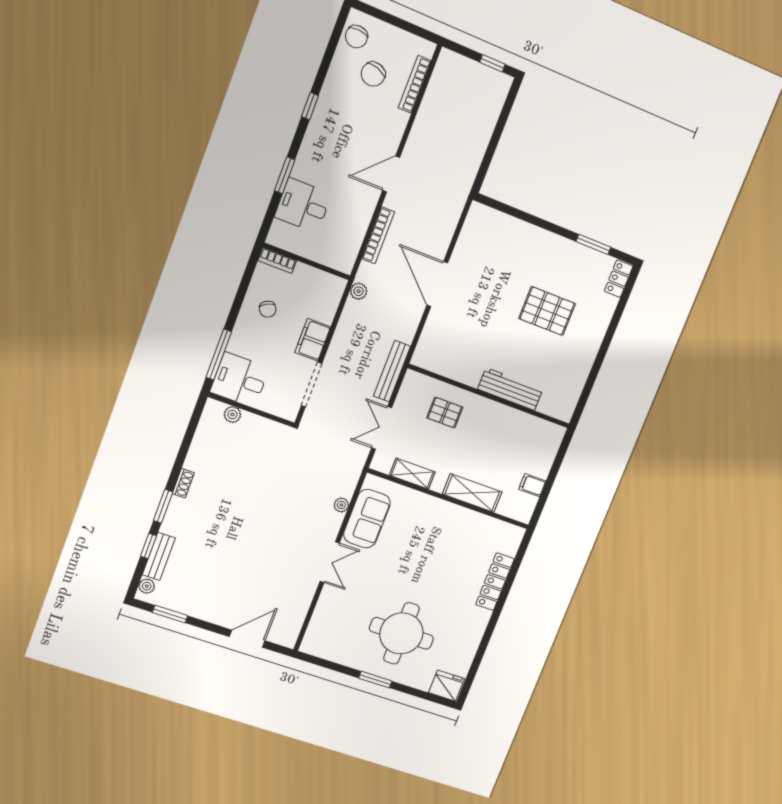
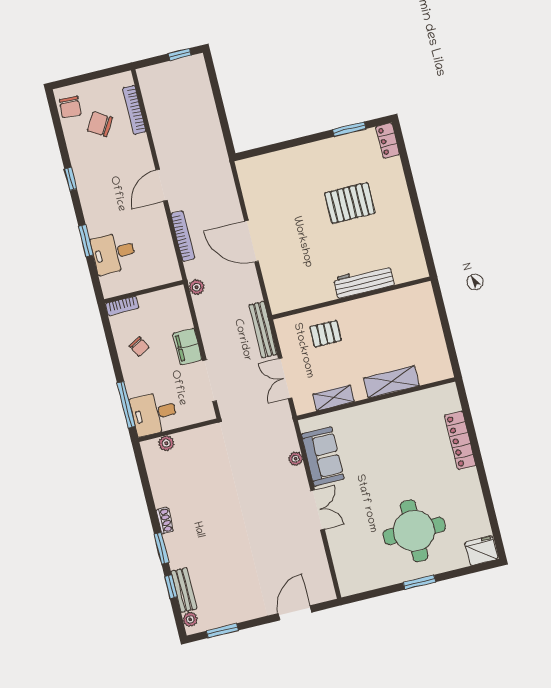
chair: (373, 74) -> (100, 124), turned 103
filing cabinet: (532, 485) -> (435, 344), removed

